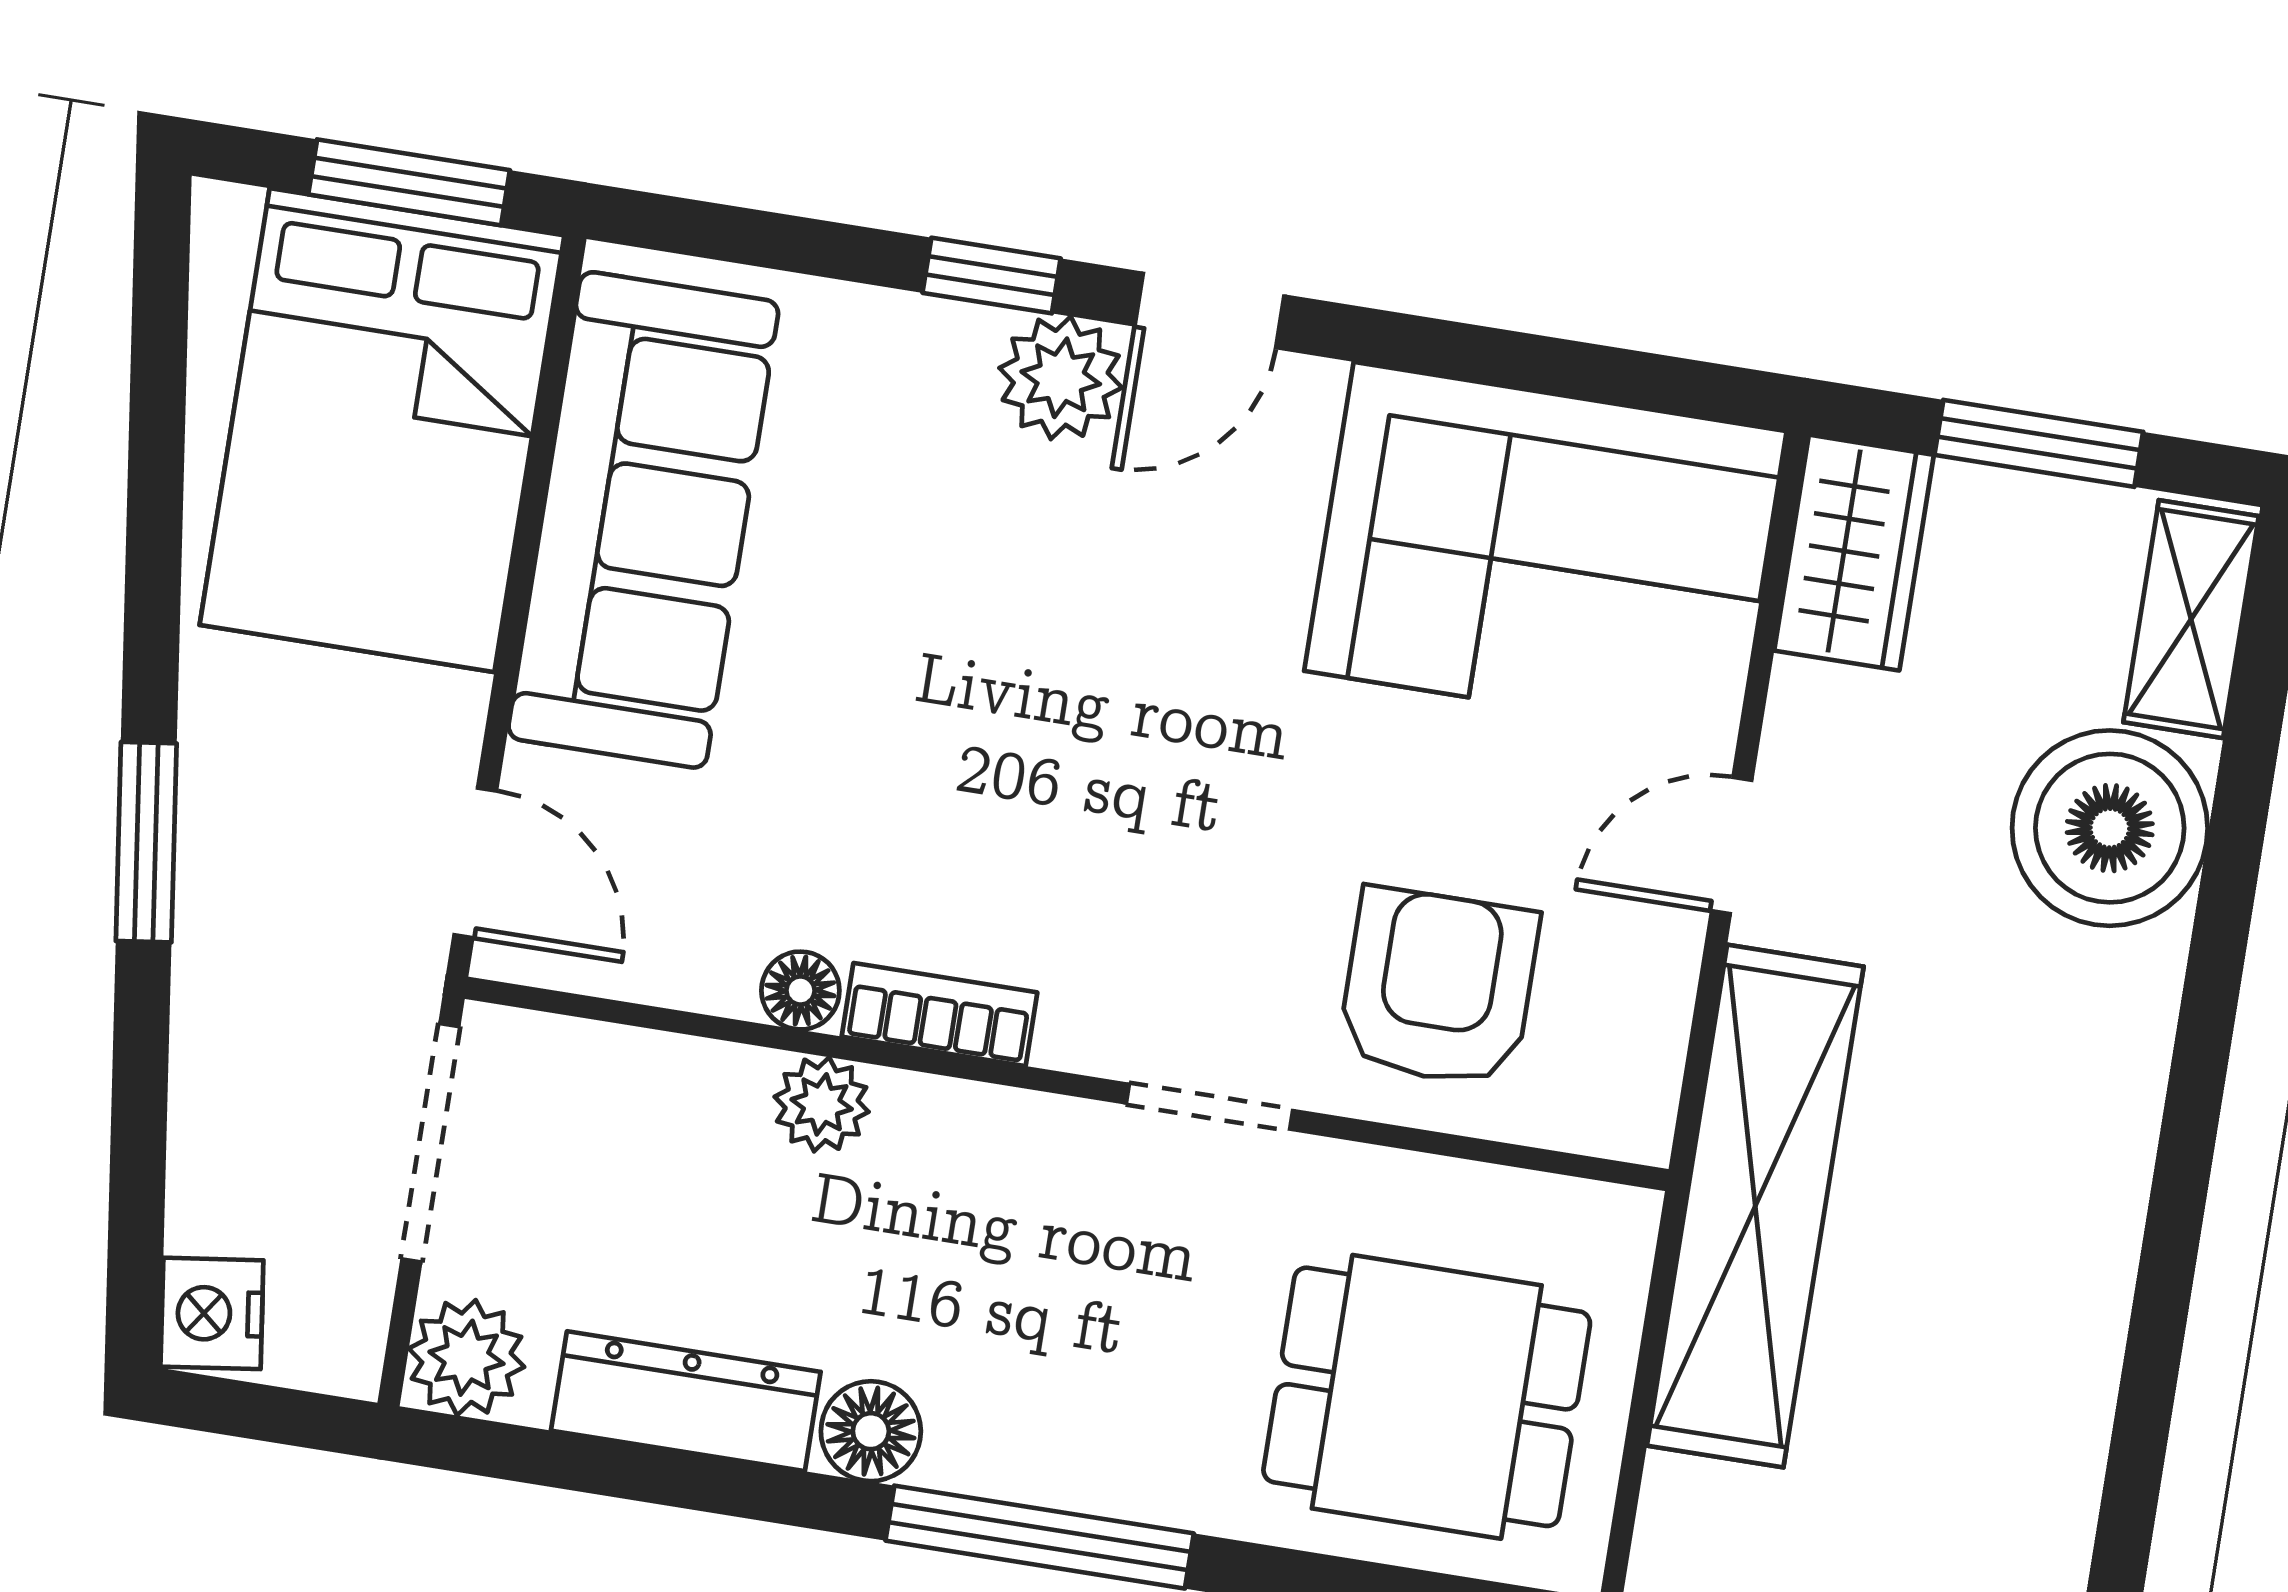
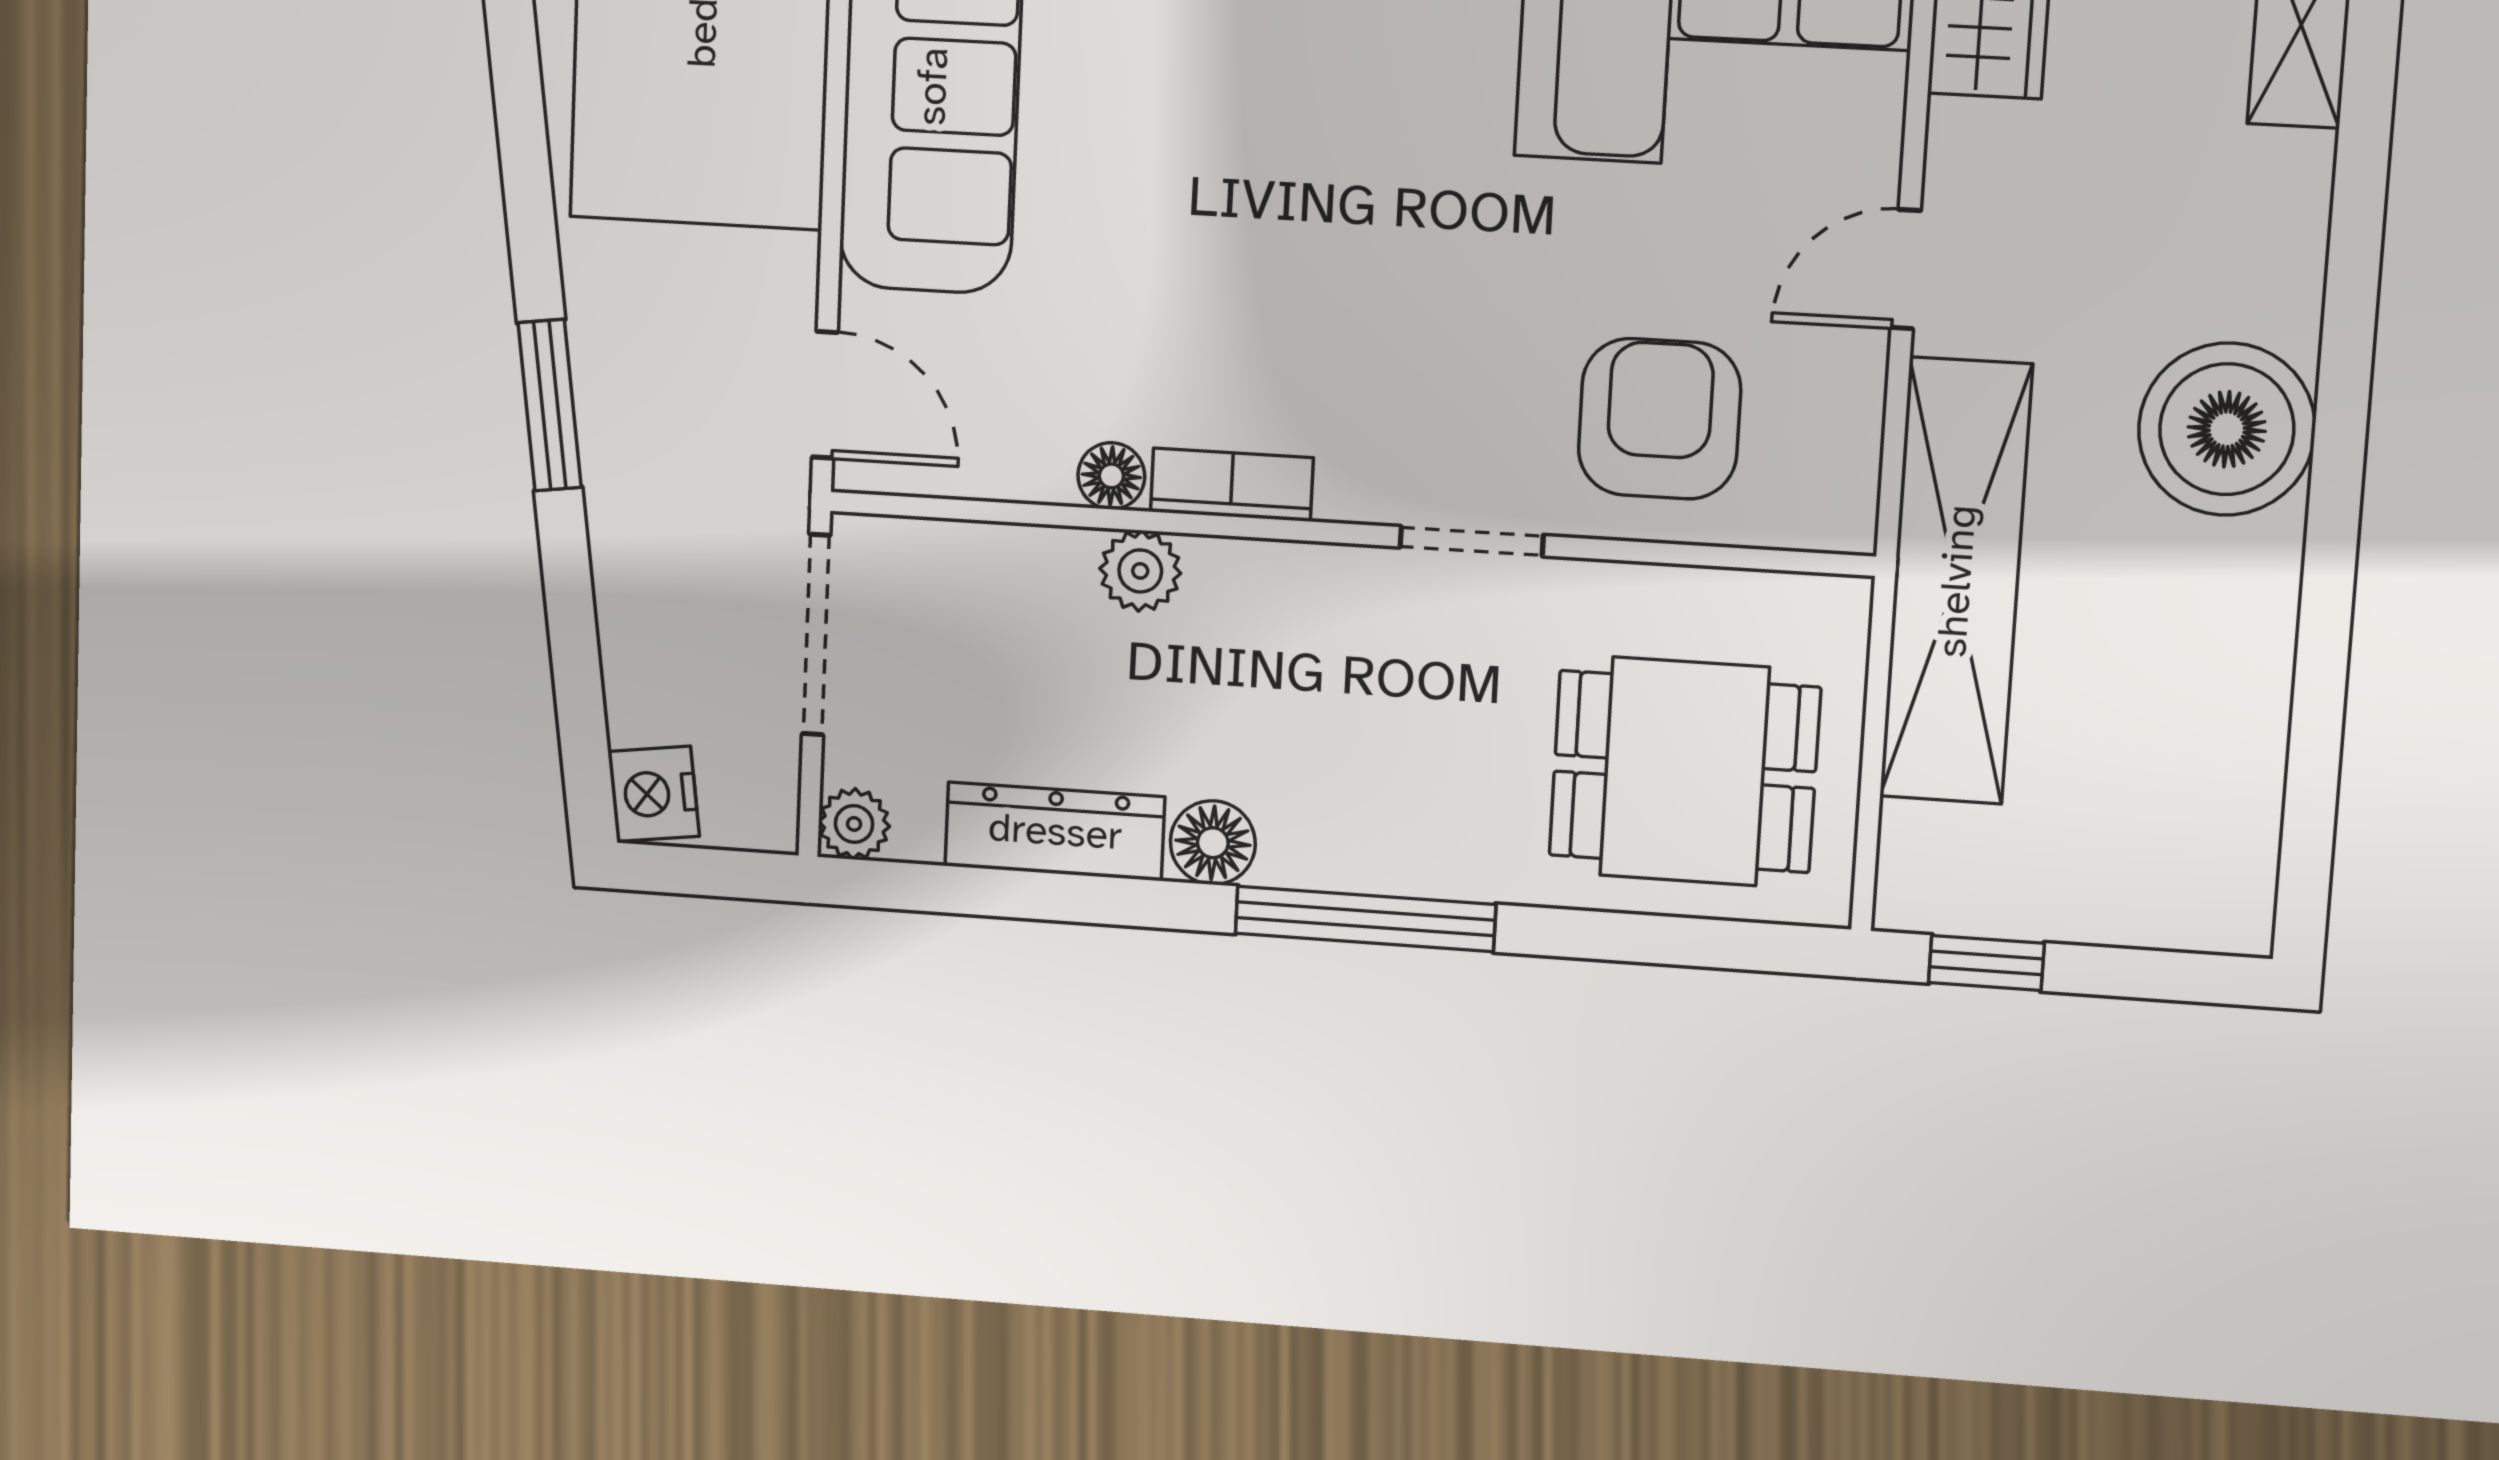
boiler: (2110, 828) -> (2227, 429), moved
plant: (466, 1358) -> (854, 824), width x0.73, depth x0.73

